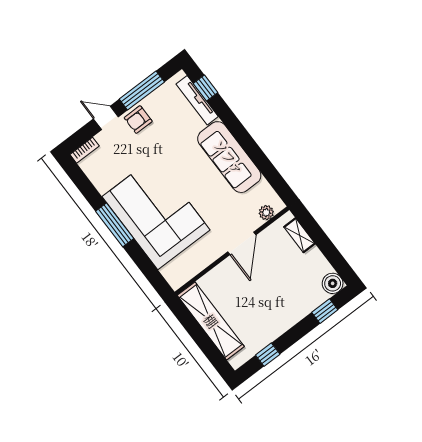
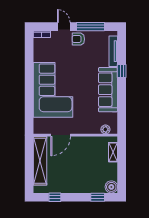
window: (206, 88) -> (122, 71), moved
window: (115, 225) -> (29, 80), removed
door: (242, 243) -> (61, 135), moved

